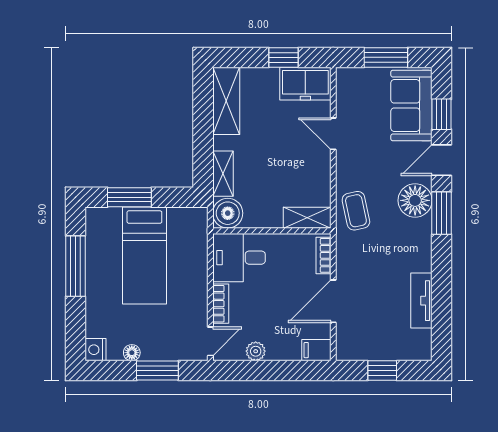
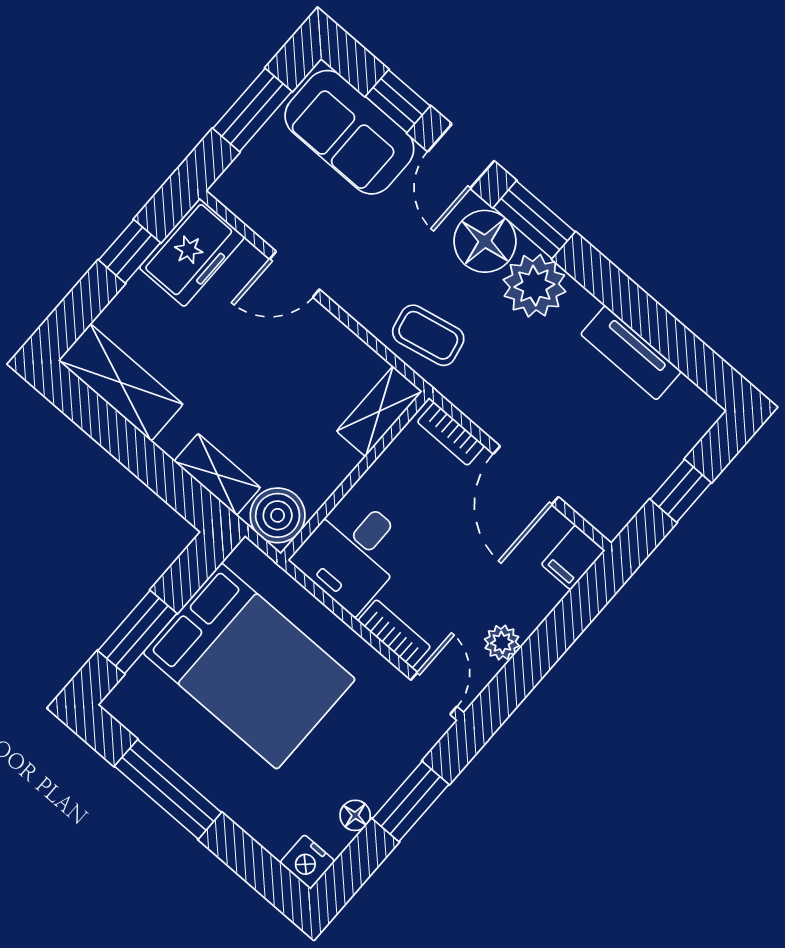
plant: (414, 237) -> (534, 286), added
bed: (144, 255) -> (249, 666), width x1.50

